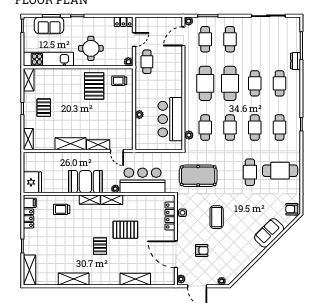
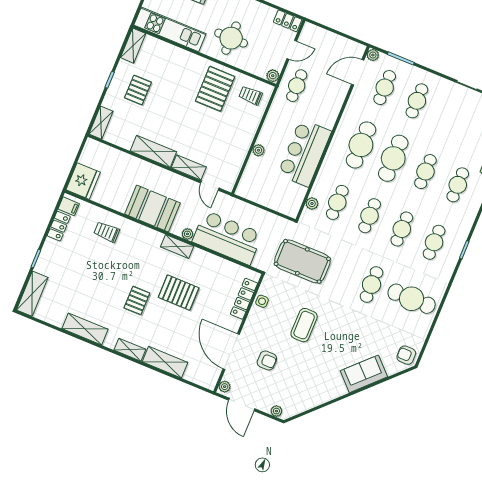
bar counter: (170, 119) -> (304, 153), moved
shelving: (90, 200) -> (130, 350), moved

